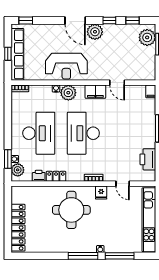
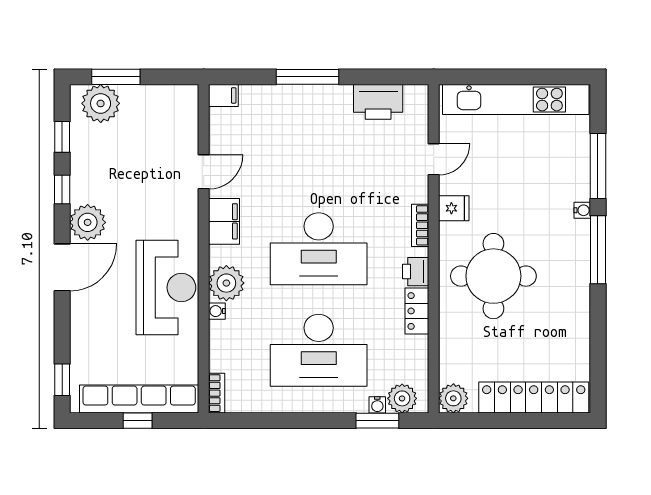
desk: (39, 133) -> (319, 350), turned 180
printer: (39, 176) -> (416, 272), moved
plant: (18, 192) -> (453, 398), added

